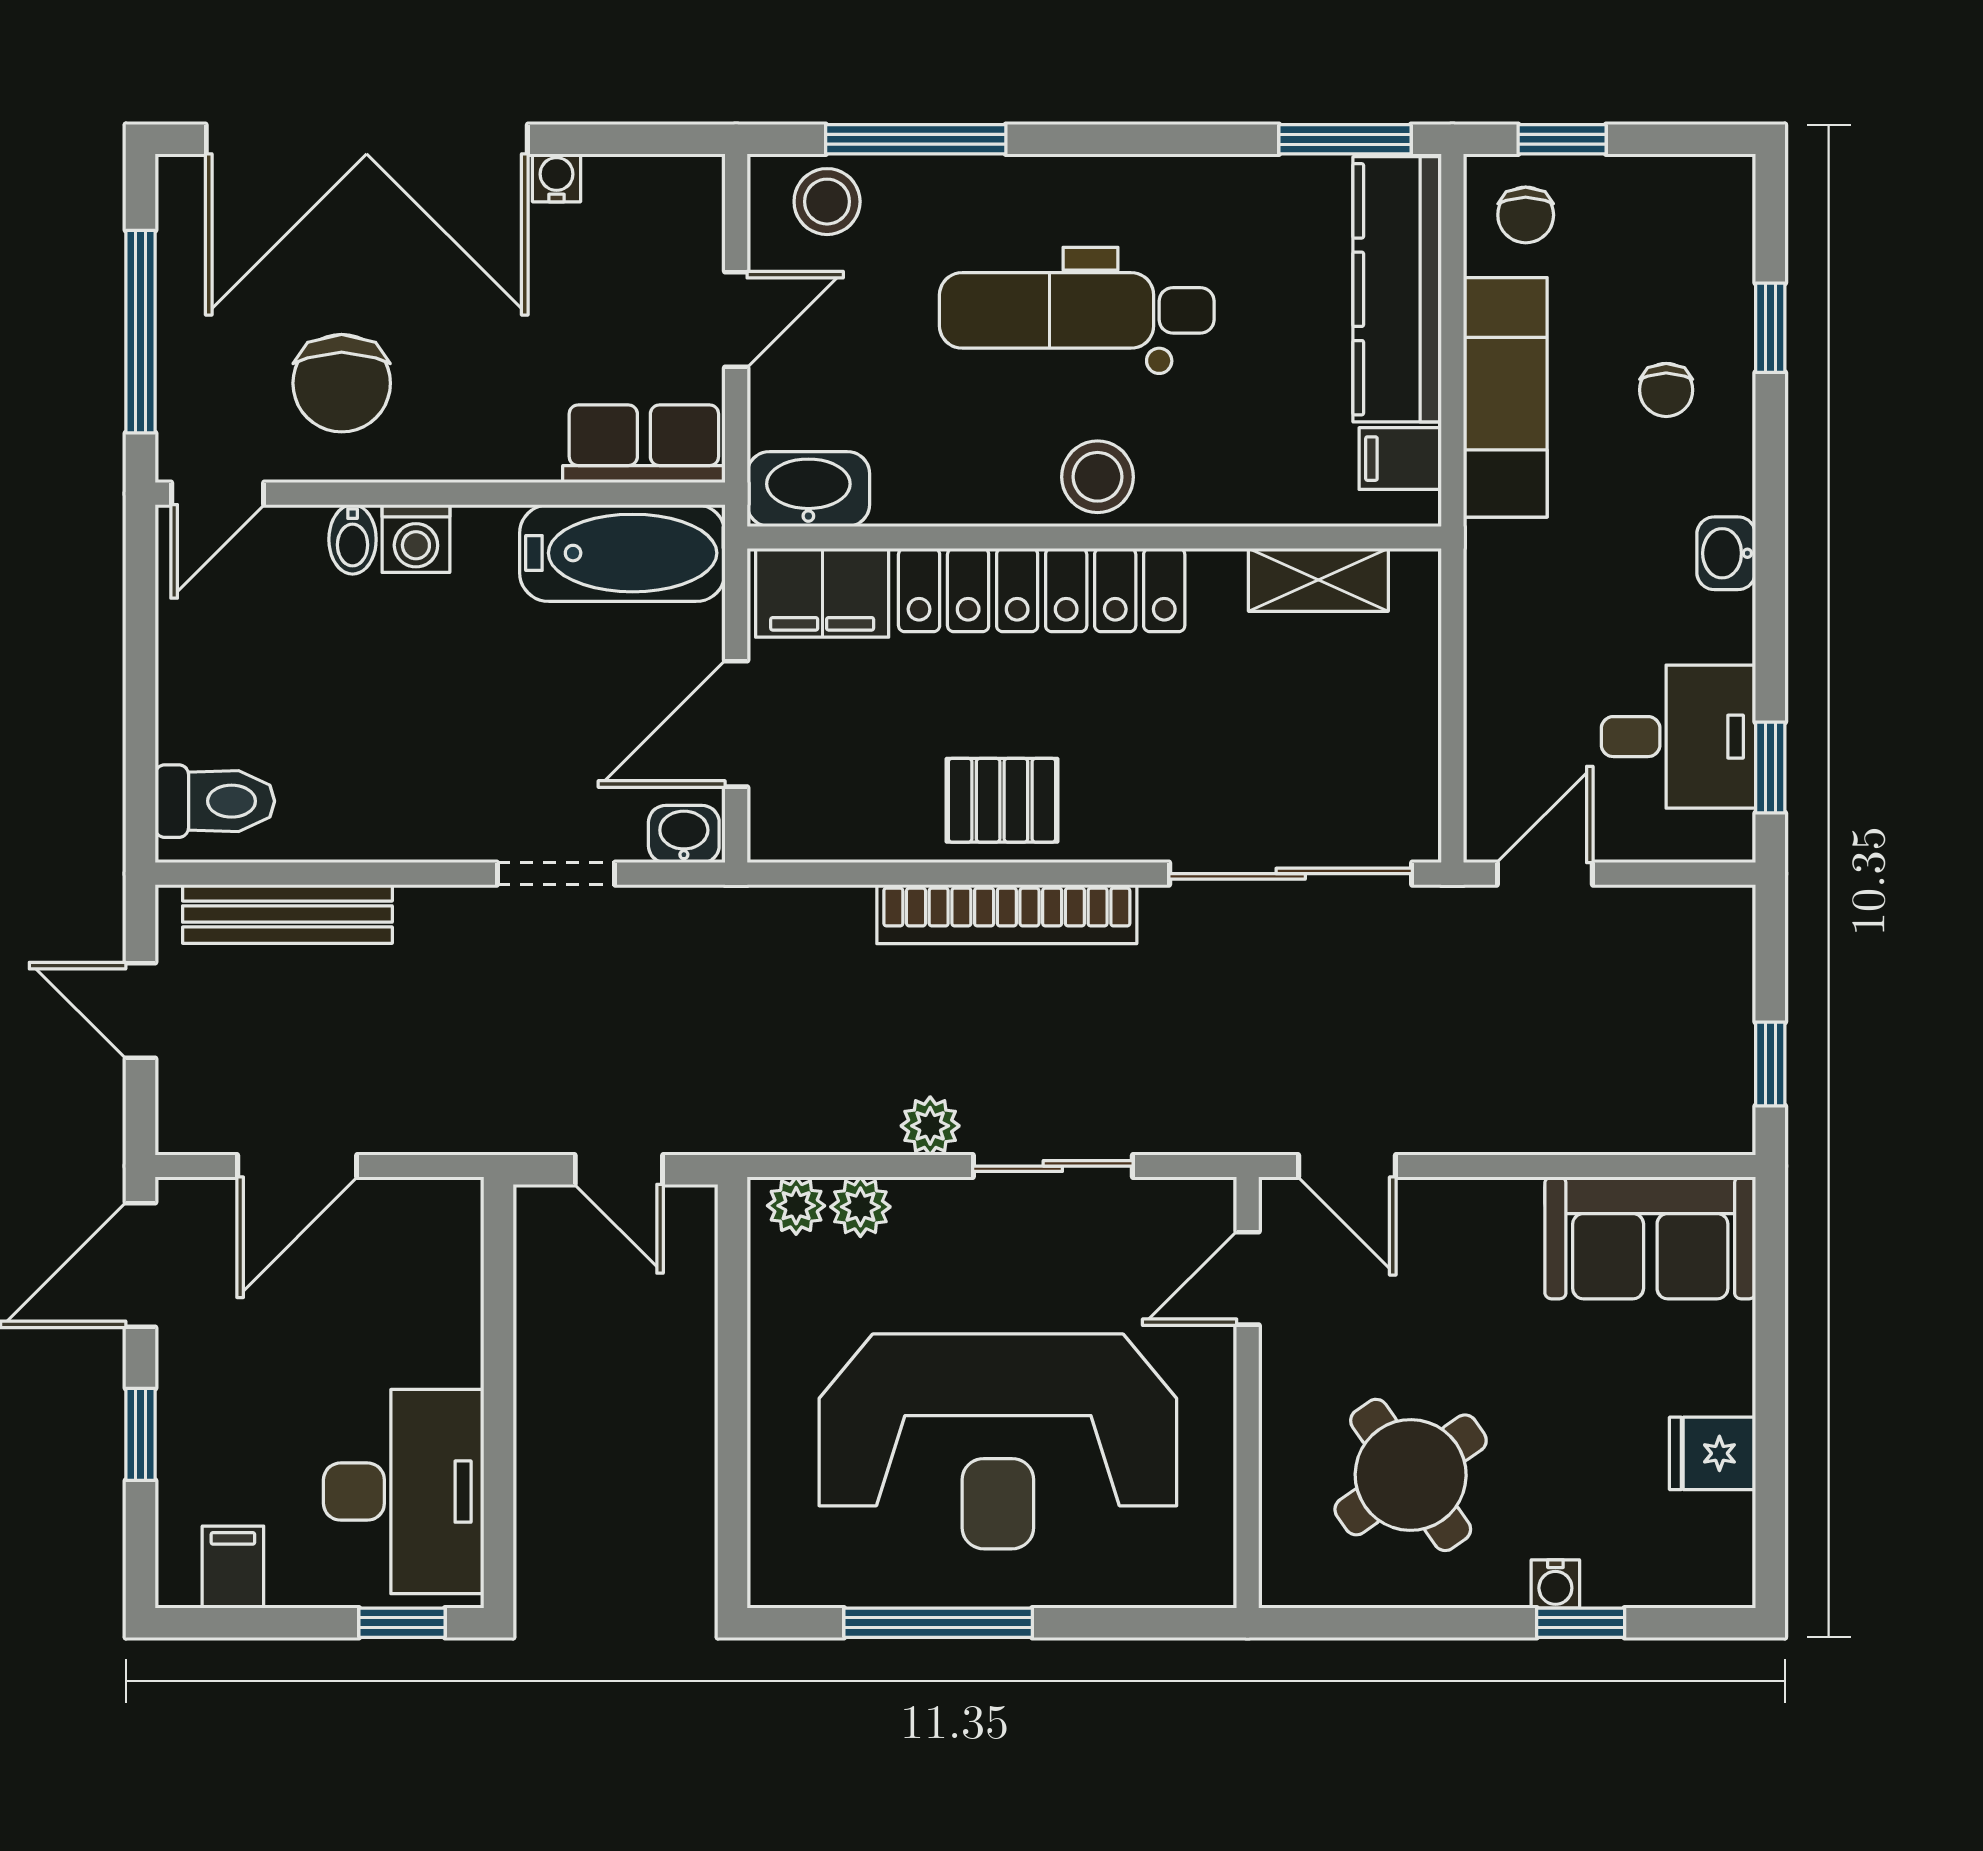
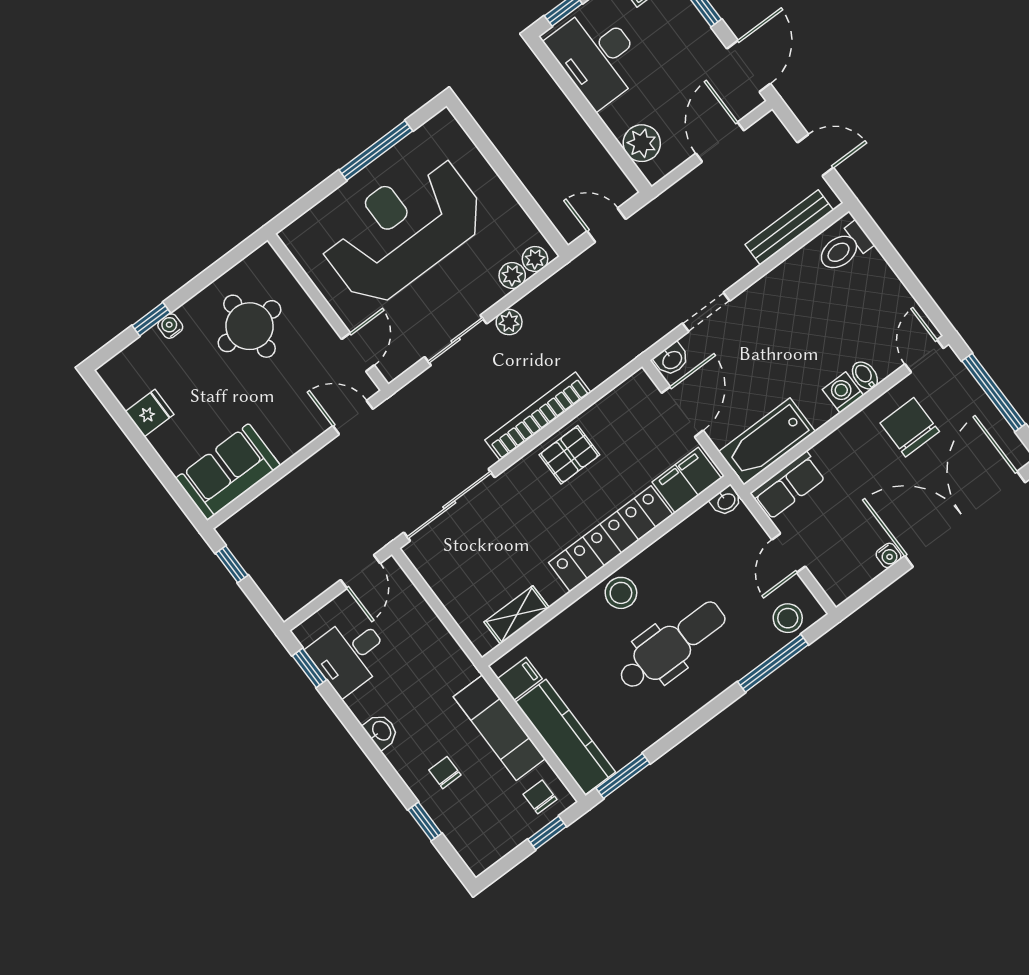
washbasin: (808, 489) -> (726, 501), width x0.52, depth x0.69
plant: (442, 1271) -> (642, 143), added
round table: (1411, 1475) -> (249, 326), turned 35

